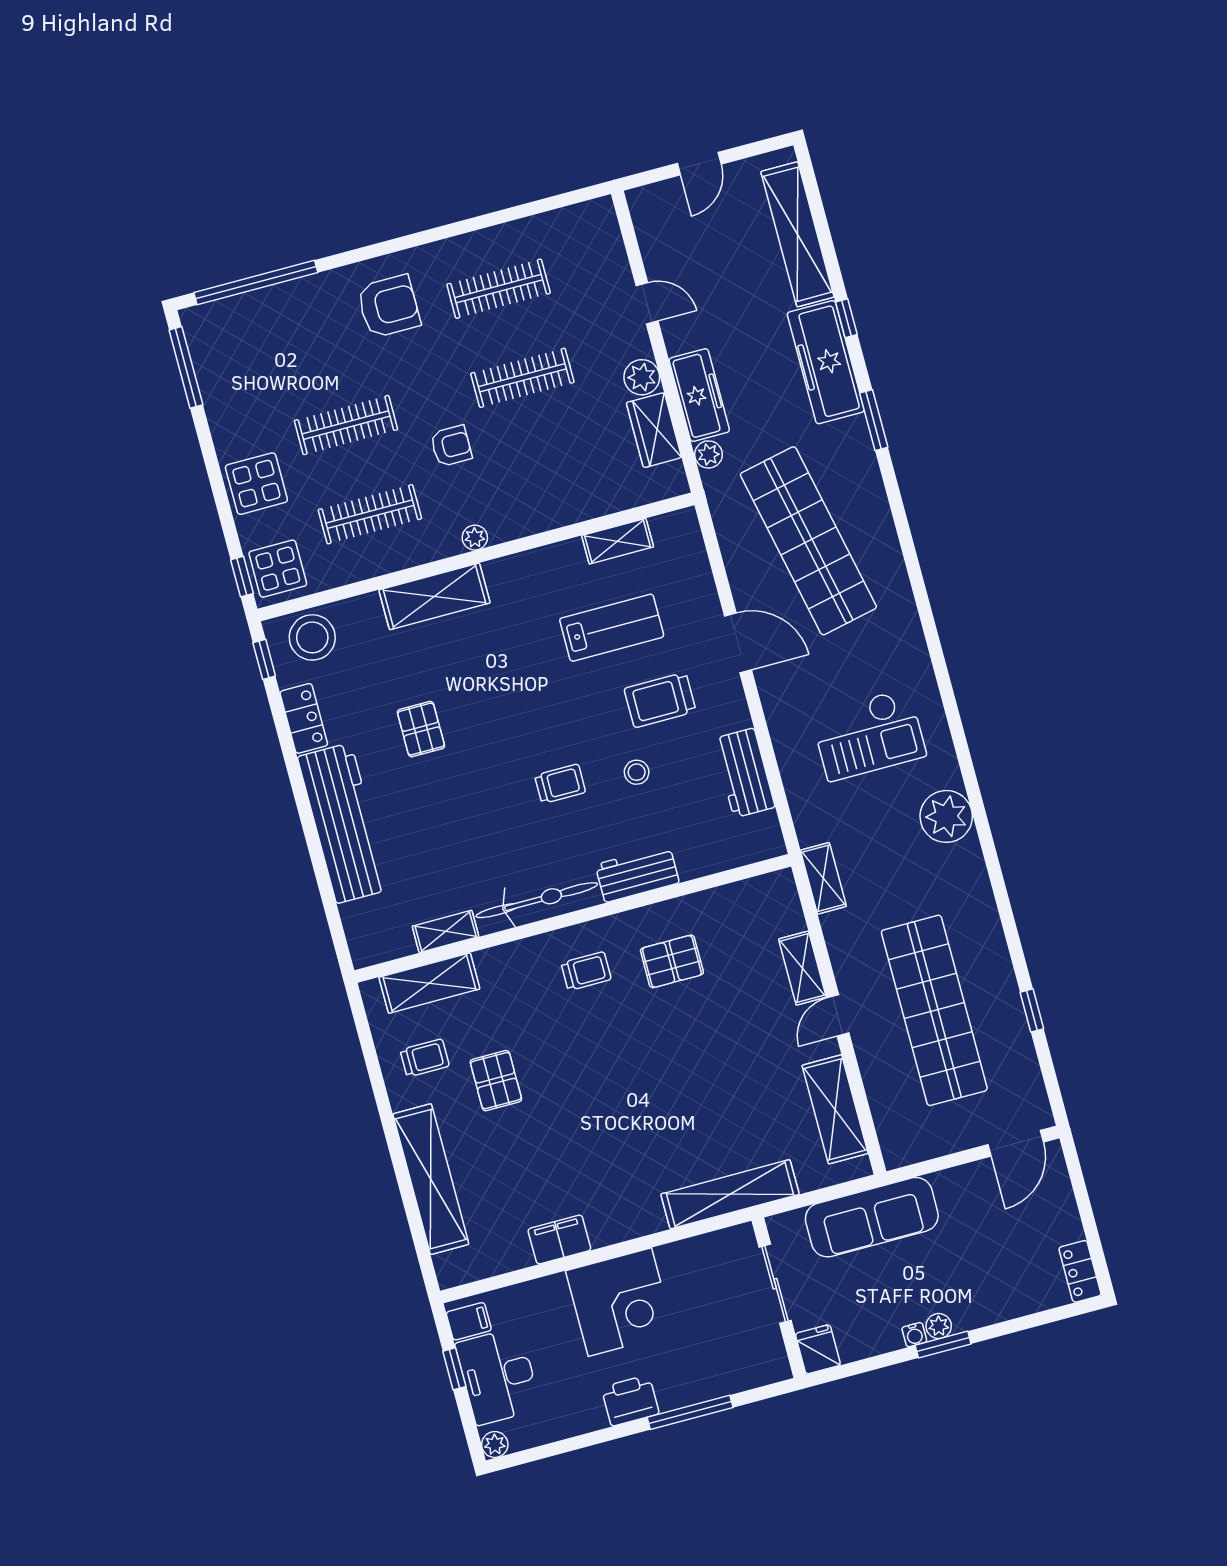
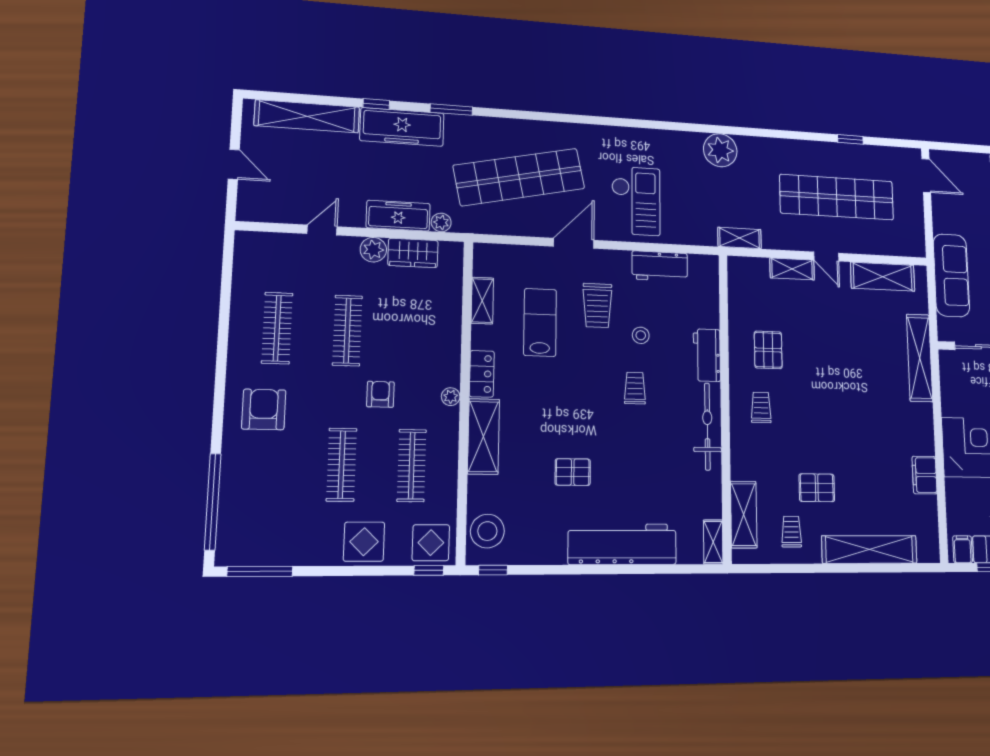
locker: (304, 718) -> (482, 374), moved, turned 90
checkout: (868, 735) -> (636, 201), moved
shelving: (446, 931) -> (713, 542), moved

